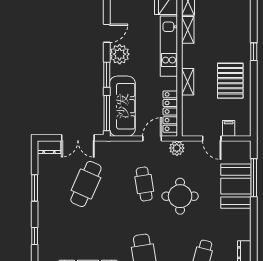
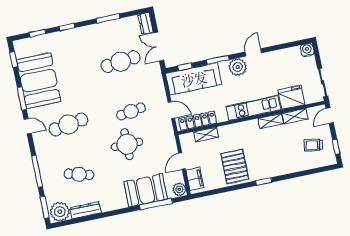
door: (107, 33) -> (253, 52), swing flipped
pallet: (230, 81) -> (235, 166), turned 90
shelving: (188, 82) -> (206, 135), moved
window: (107, 113) -> (185, 67), width x0.46
filing cabinet: (229, 128) -> (195, 179), width x2.00
plant: (177, 148) -> (179, 189), moved
cafe table: (86, 184) -> (121, 62), turned -30

